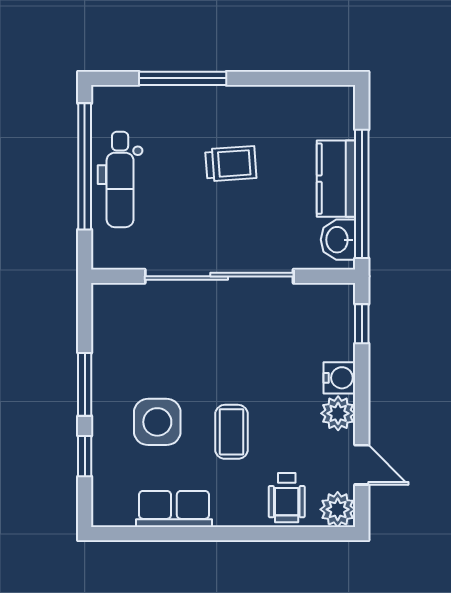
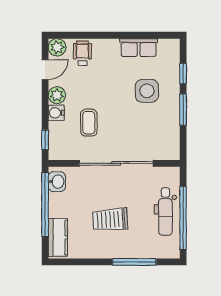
trolley: (231, 164) -> (110, 219), width x1.36, depth x1.39
dental chair: (120, 179) -> (165, 212), turned 180
kitchen counter: (336, 179) -> (58, 237), moved
coffee table: (231, 432) -> (89, 123), moved
door: (362, 465) -> (45, 70), swing flipped

